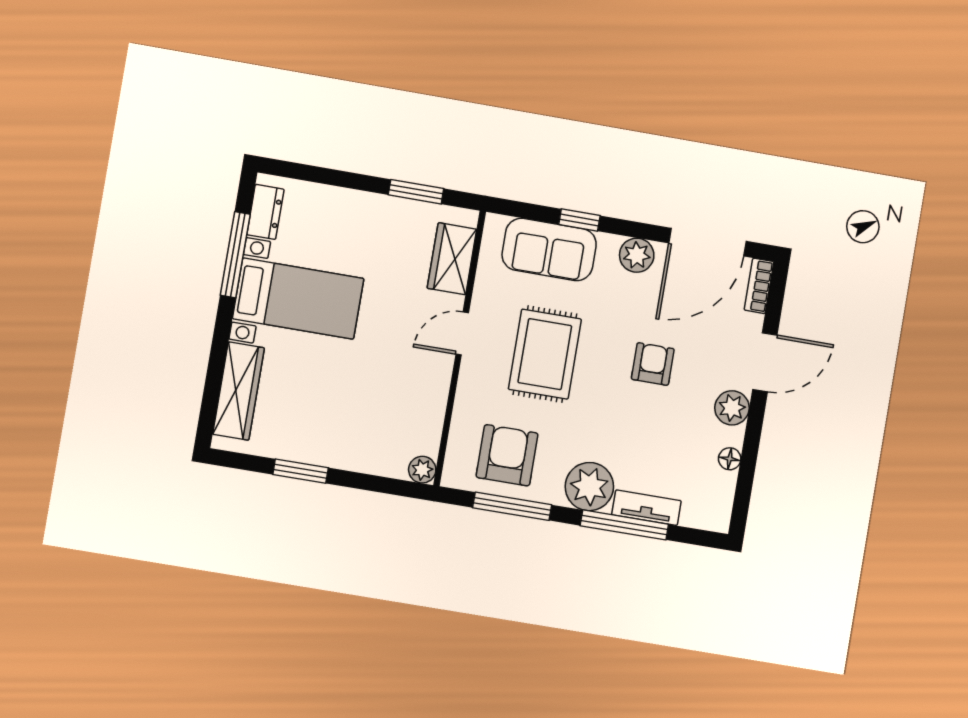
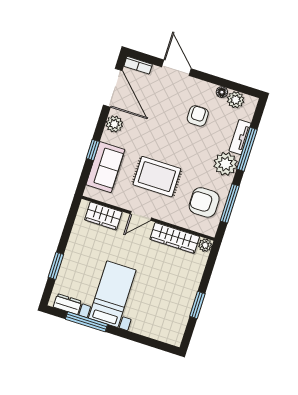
window: (416, 192) -> (56, 266), moved
door: (462, 333) -> (141, 216), hinge flipped
armchair: (653, 364) -> (198, 116), moved, turned 90
wardrobe: (239, 391) -> (175, 238), moved, turned 180
plant: (732, 408) -> (236, 100), moved

